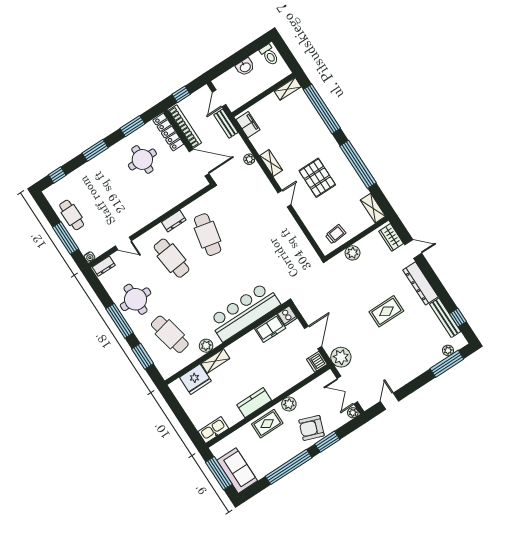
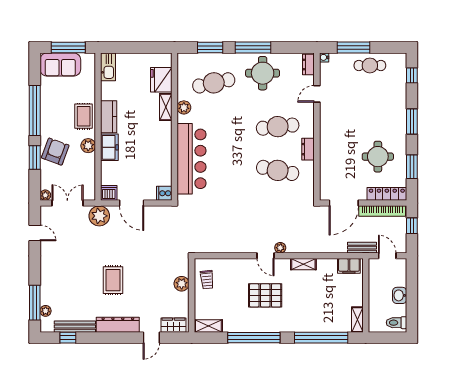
plant: (249, 159) -> (280, 248), moved
freezer: (270, 328) -> (109, 147), moved, turned 180

